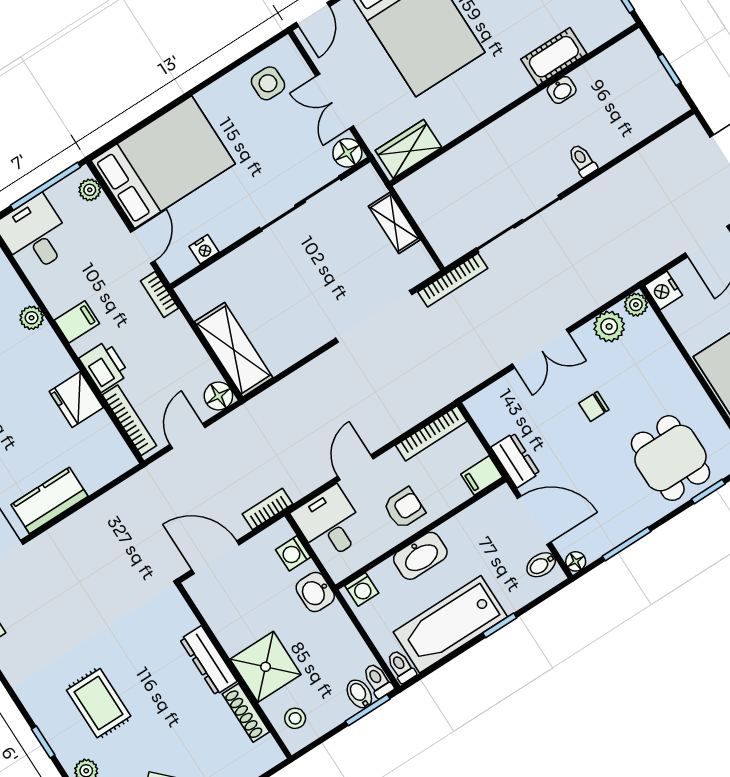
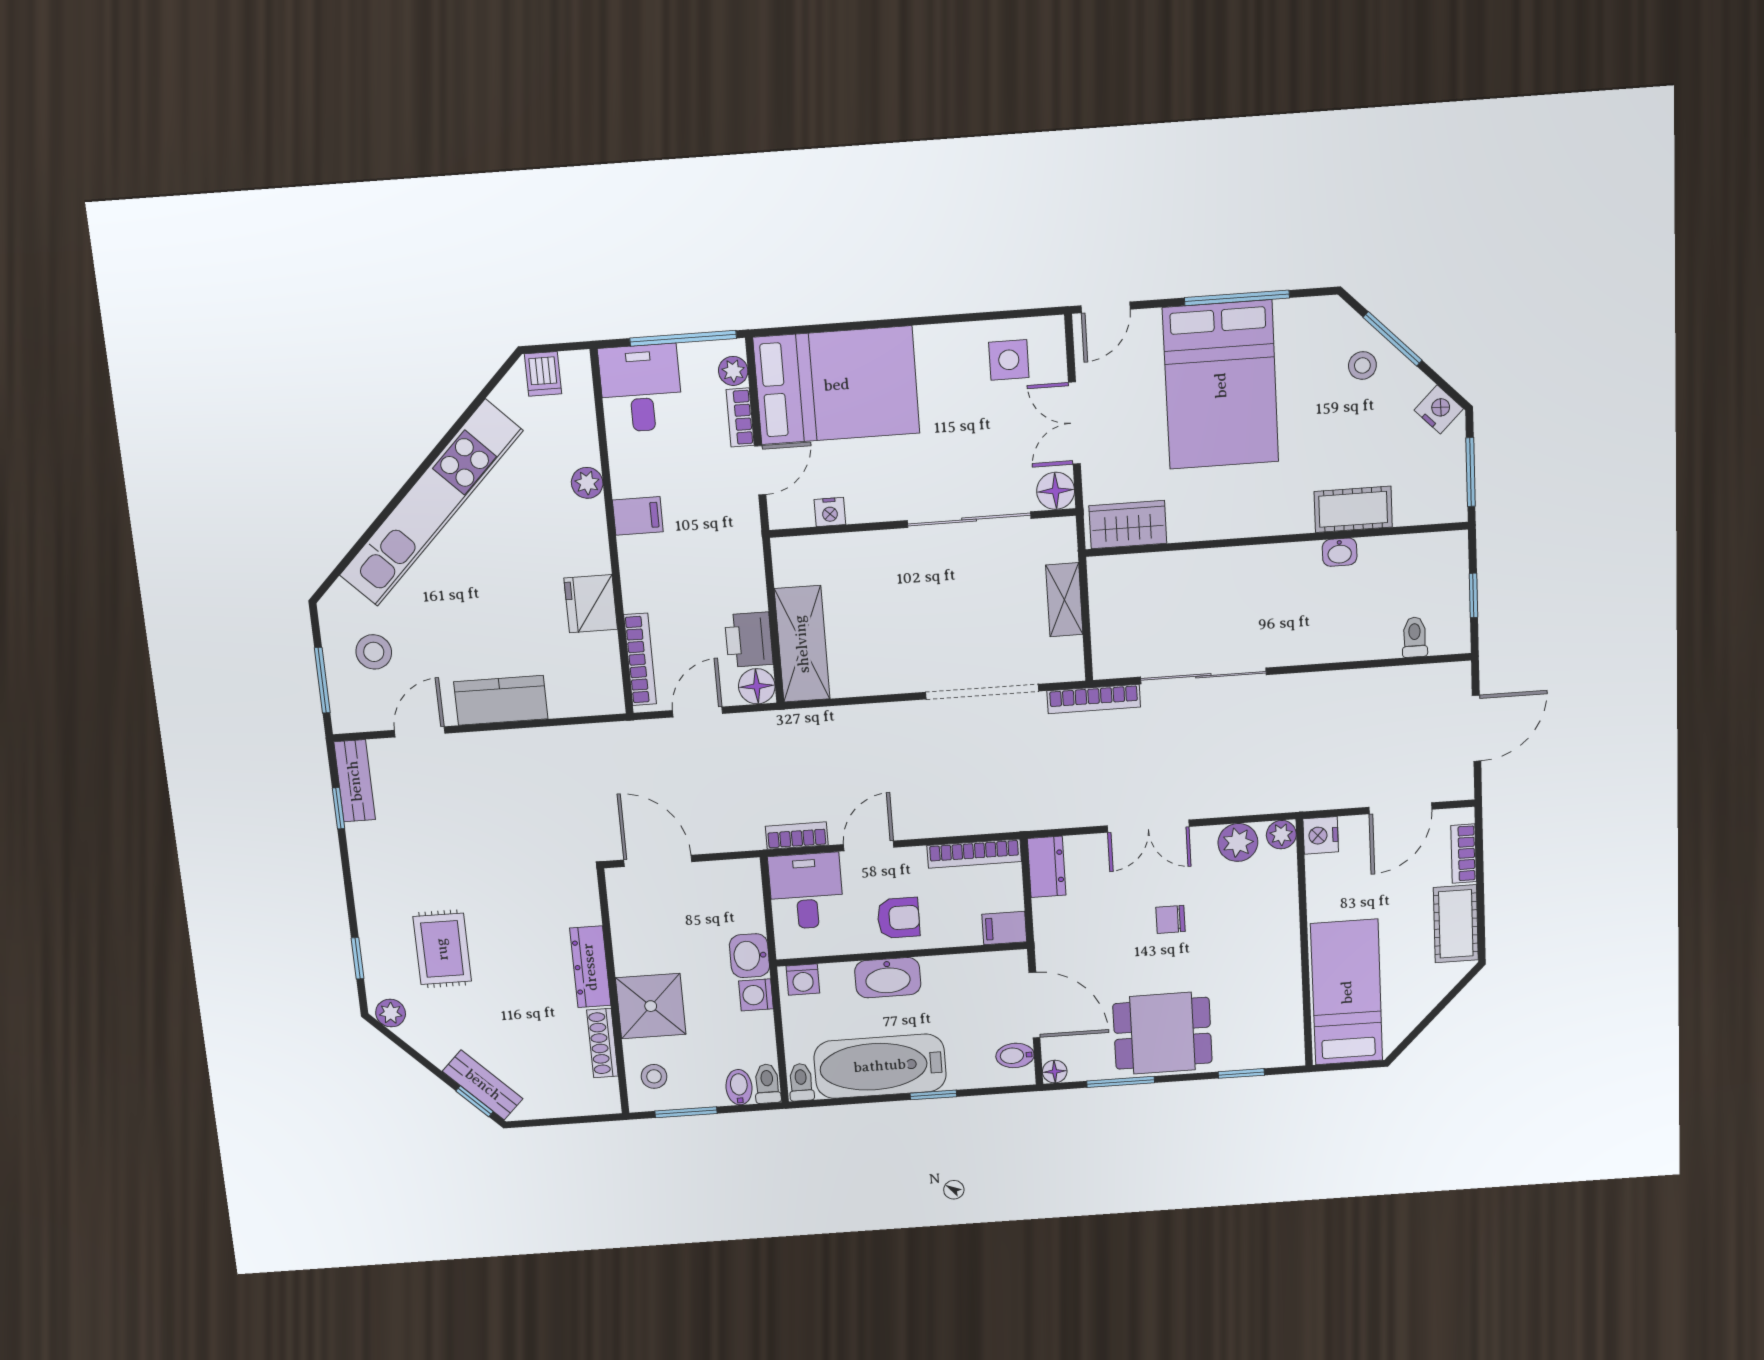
toilet: (582, 160) -> (1415, 637), moved
bookcase: (160, 294) -> (740, 417), moved
printer: (104, 366) -> (749, 640), moved, turned 180
dining table: (670, 458) -> (1162, 1033), moved, turned 90
dresser: (515, 460) -> (1047, 867), moved
bookcase: (267, 509) -> (797, 836), moved
washing machine: (293, 553) -> (756, 995), moved
window: (368, 710) -> (686, 1112), moved

